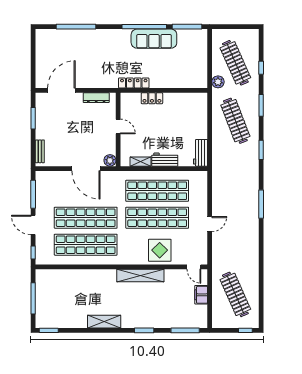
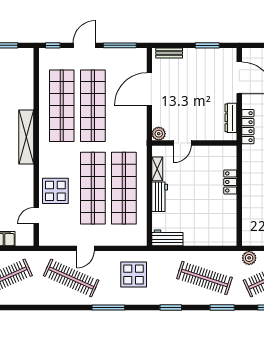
locker: (134, 83) -> (248, 127), moved
clothes rail: (235, 121) -> (204, 278), turned 39
door: (118, 126) -> (182, 143), moved
door: (86, 169) -> (149, 89), moved
display table: (232, 182) -> (134, 274), added
door: (210, 224) -> (85, 248), hinge flipped
clothes rail: (235, 237) -> (71, 278), added
door: (194, 267) -> (36, 216), moved
shelving: (140, 275) -> (26, 137), moved

